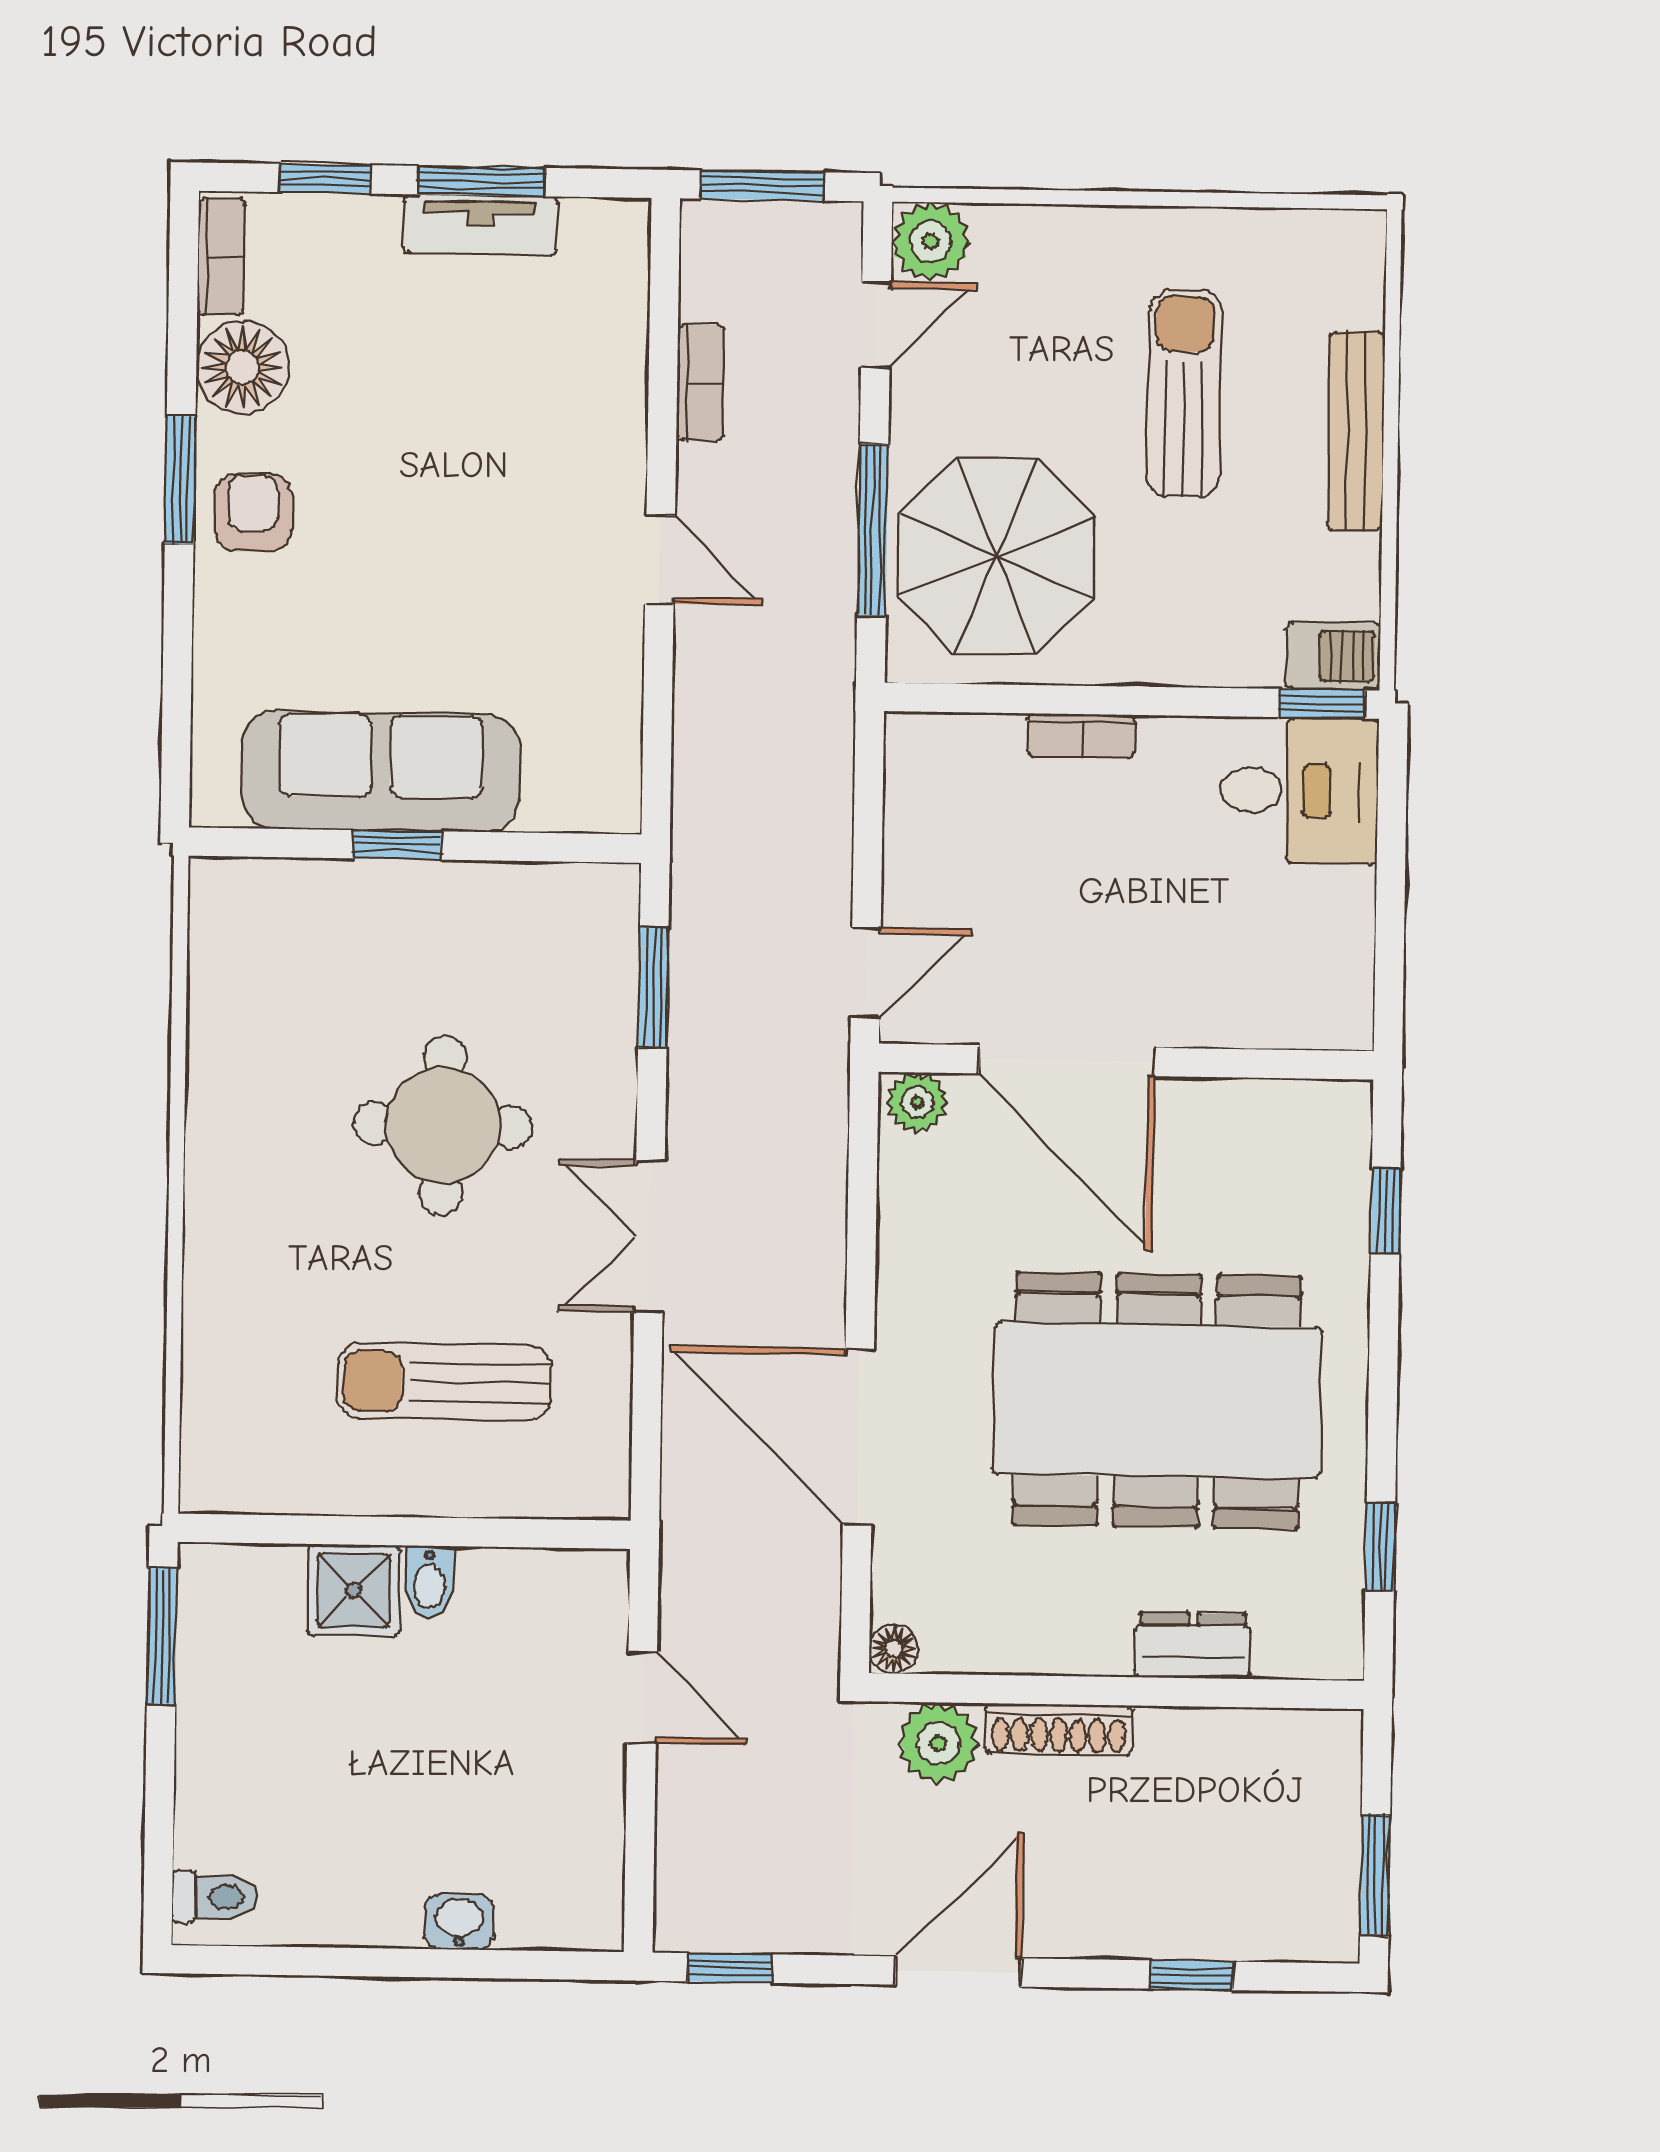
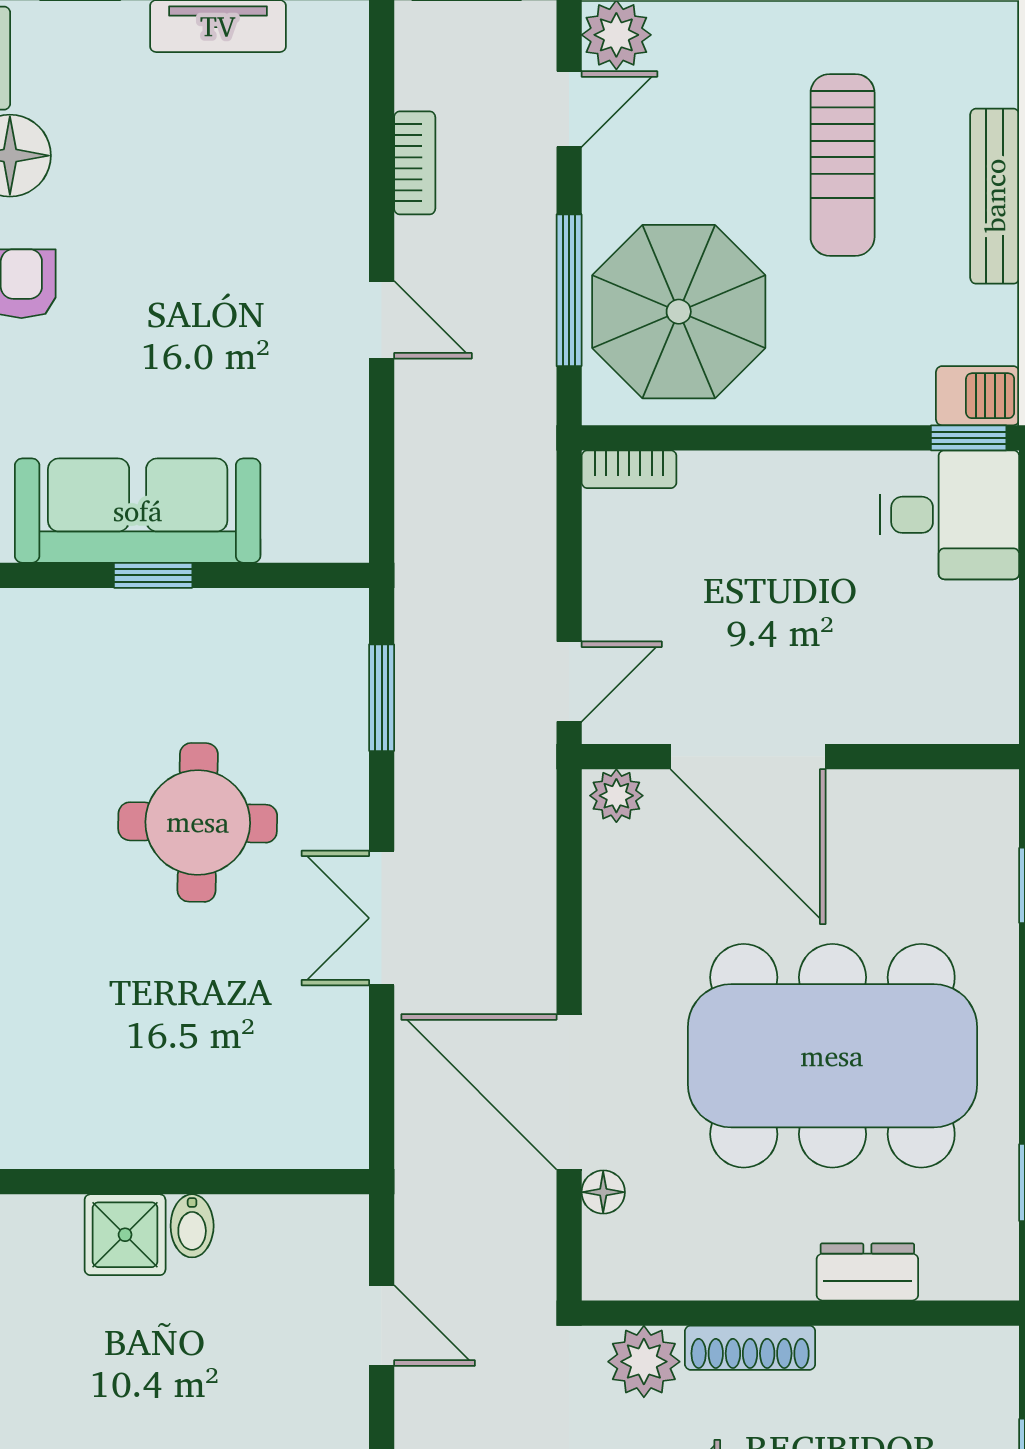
sun lounger: (1184, 393) -> (843, 165), turned 180
bookcase: (1081, 736) -> (629, 469), moved
sun lounger: (444, 1382) -> (202, 1049), removed
floor lamp: (894, 1649) -> (603, 1192), moved

